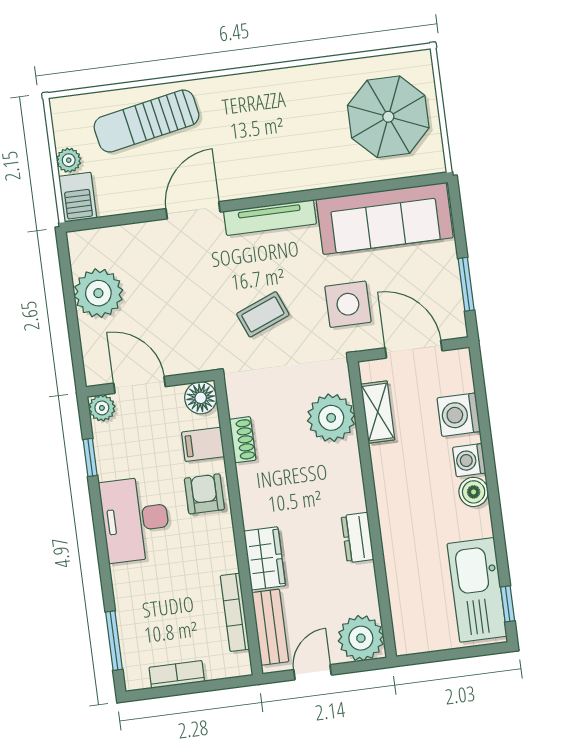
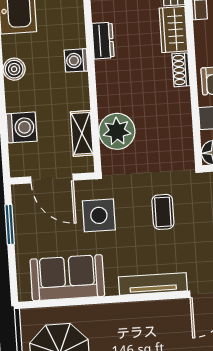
sofa: (385, 218) -> (67, 278), width x0.73
coffee table: (263, 314) -> (163, 212), turned -68
shoe rack: (243, 440) -> (181, 70), moved
washing machine: (469, 460) -> (76, 60), moved, turned 180

